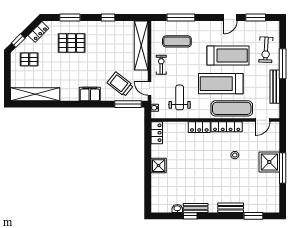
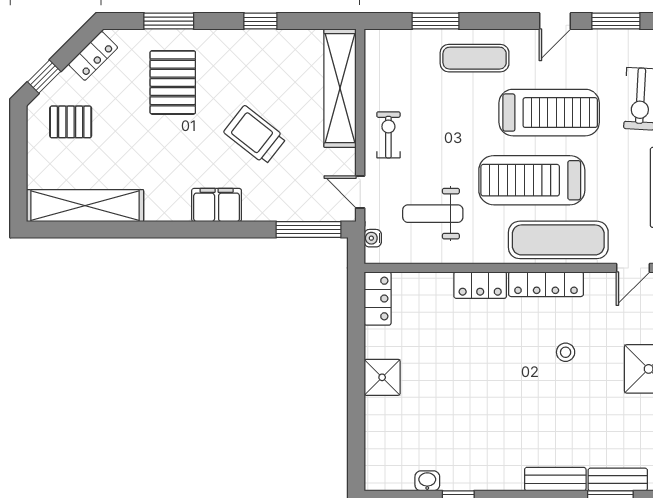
window: (181, 17) -> (436, 21), width x0.69
exercise mat: (177, 41) -> (475, 58), moved
pallet: (72, 43) -> (173, 82), turned 90
trolley: (120, 84) -> (255, 135), moved
weight bench: (180, 97) -> (433, 214), turned -90
bench: (196, 208) -> (618, 479), moved

